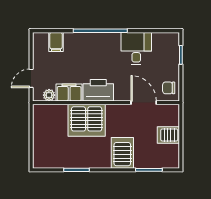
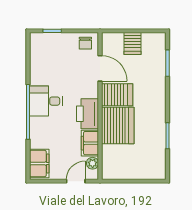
filing cabinet: (56, 42) -> (39, 164), width x2.00
desk: (136, 49) -> (46, 101), moved
door: (31, 78) -> (76, 181), swing flipped
door: (144, 103) -> (100, 68), swing flipped
server rack: (122, 153) -> (117, 95), moved, turned 180

